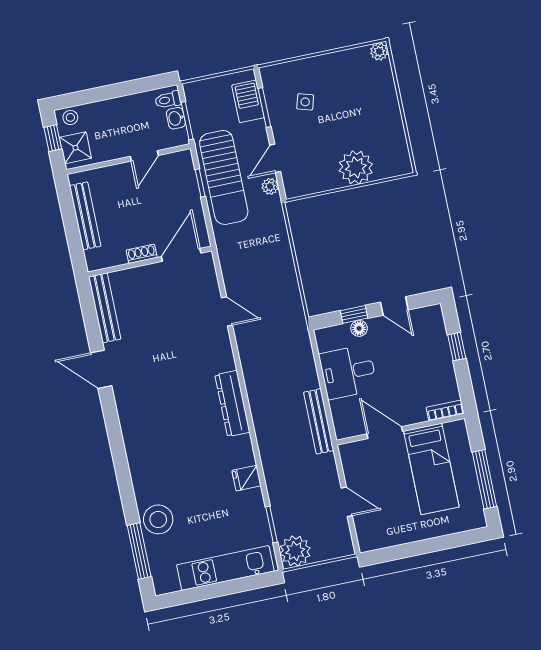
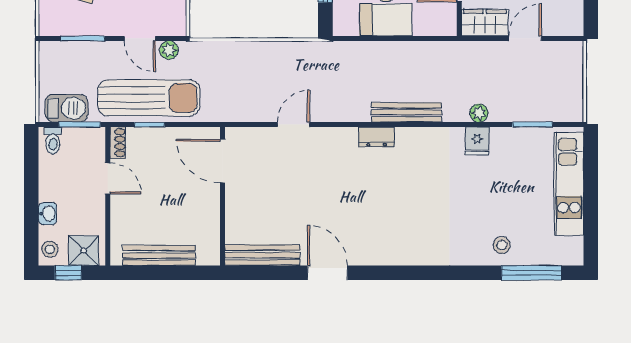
barbecue: (248, 101) -> (67, 108), moved, turned 180
washbasin: (176, 118) -> (48, 214), moved, turned -90
shoe rack: (142, 254) -> (118, 143), moved, turned 180
door: (101, 369) -> (328, 273), swing flipped
dresser: (232, 403) -> (377, 137), width x0.51, depth x0.80
bench: (319, 421) -> (406, 112), moved
wardrobe: (353, 463) -> (485, 23), added
stool: (158, 519) -> (502, 245), width x0.53, depth x0.53
plant: (295, 551) -> (479, 113), moved, width x0.53, depth x0.53

